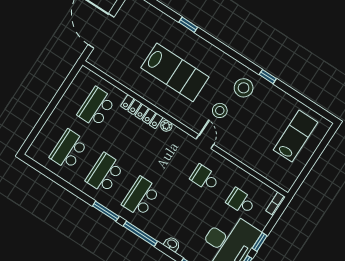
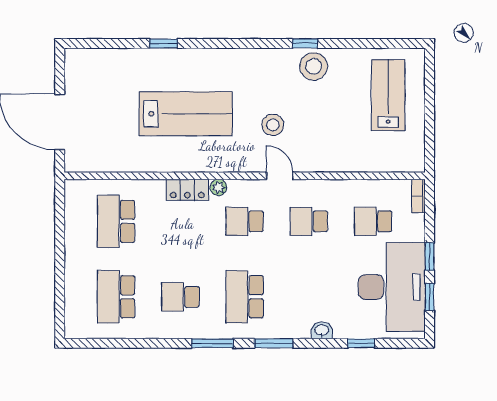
stool: (244, 88) -> (314, 66), moved
locker: (142, 112) -> (187, 190), width x0.66
school desk: (169, 154) -> (245, 221), added
school desk: (105, 173) -> (180, 297), width x0.54
window: (140, 234) -> (274, 343), width x0.69

